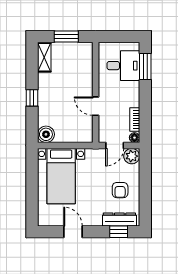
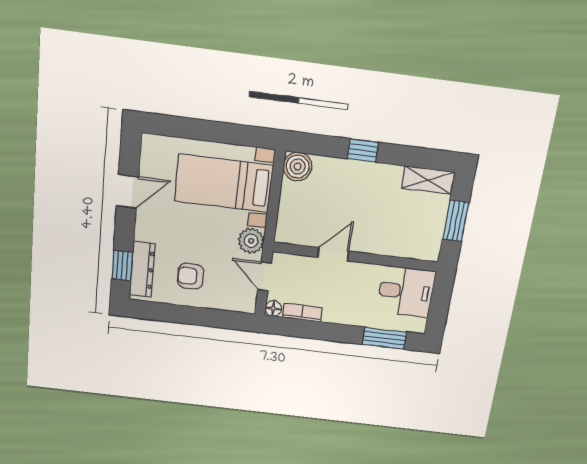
desk: (123, 66) -> (406, 292), moved, turned -90
plant: (132, 156) -> (251, 241), moved

